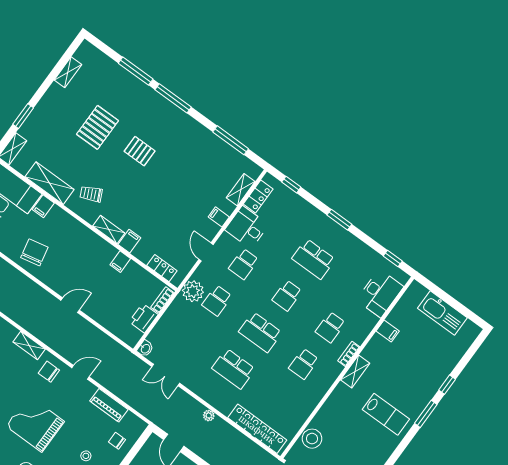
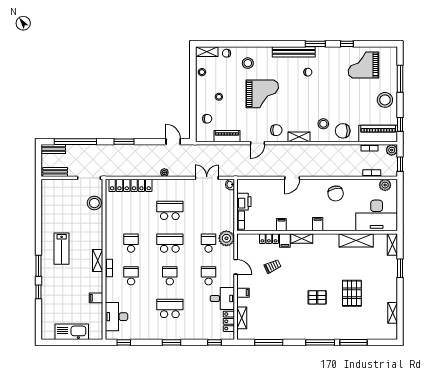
trolley: (91, 194) -> (273, 266), moved
filing cabinet: (43, 206) -> (318, 224), moved
locker: (162, 268) -> (269, 239), moved
lab bench: (386, 414) -> (62, 249), turned -90

